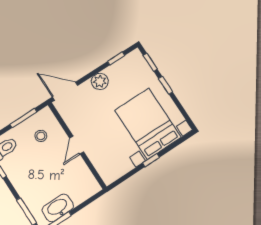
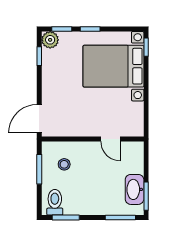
plant: (100, 81) -> (50, 40), moved
door: (77, 145) -> (110, 139), moved
window: (151, 160) -> (146, 47), moved

